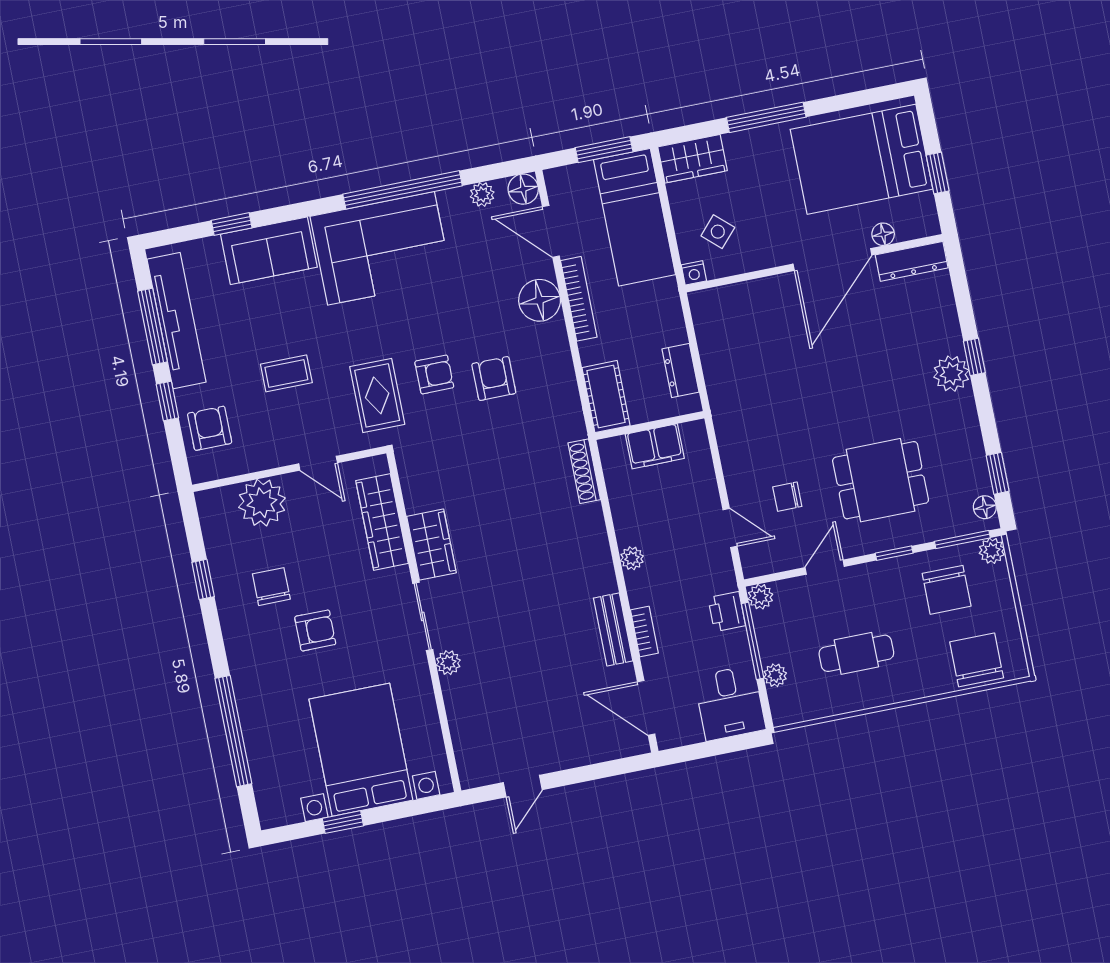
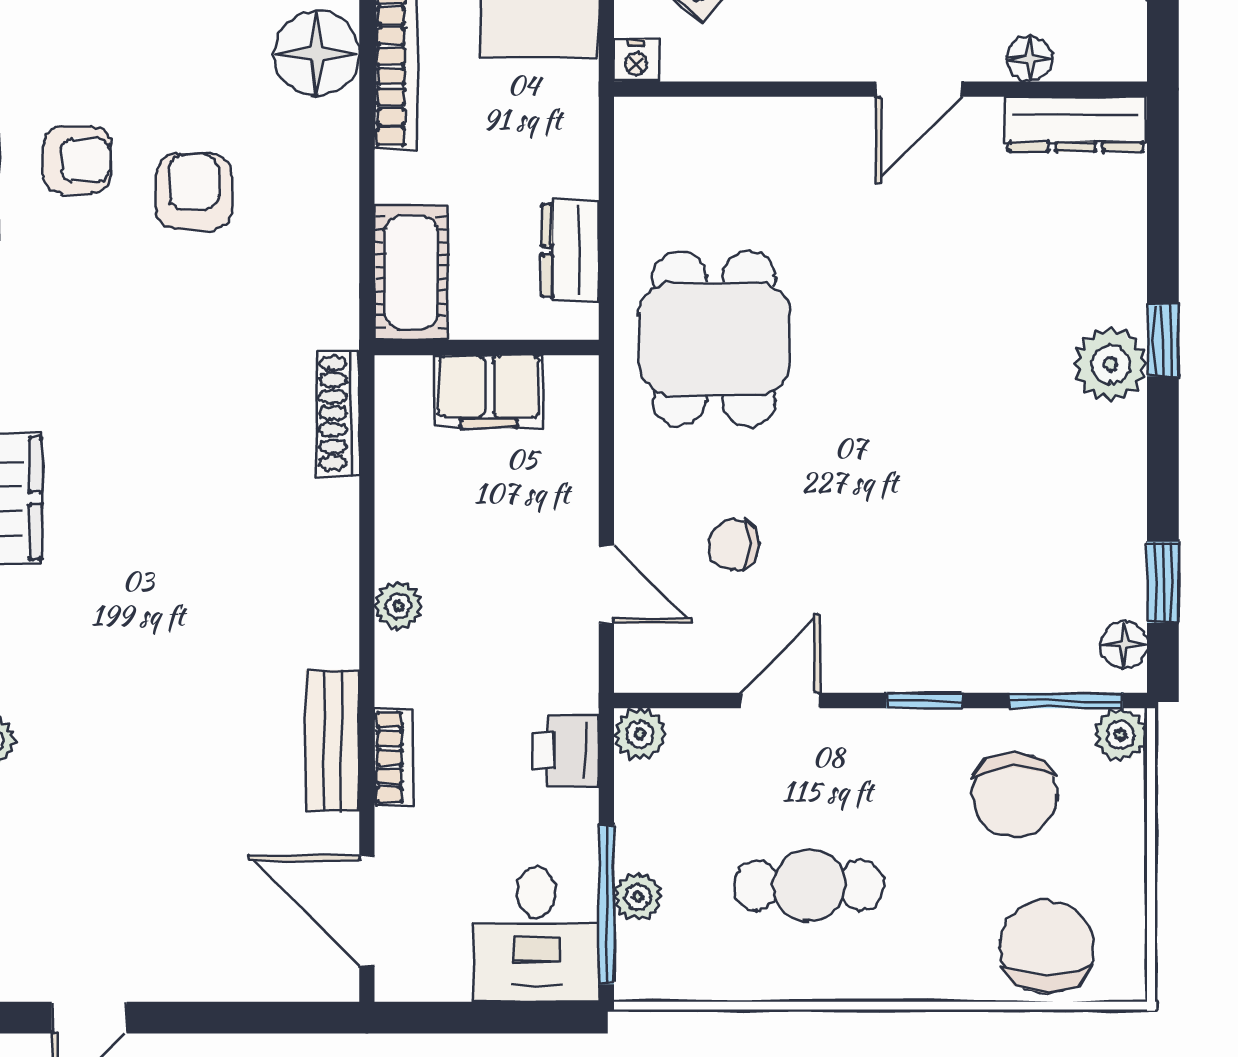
door: (832, 260) -> (918, 89), width x0.53
dining table: (881, 480) -> (714, 339), moved, turned 90
window: (753, 641) -> (606, 905), moved

